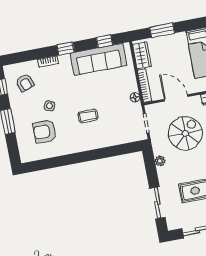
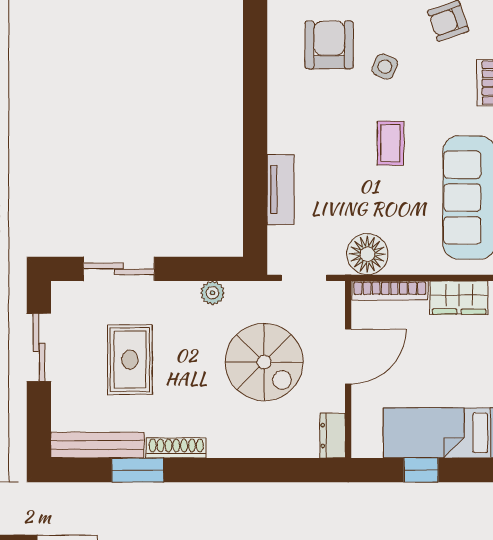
floor lamp: (135, 97) -> (367, 254), width x1.89, depth x1.89
coffee table: (88, 116) -> (390, 143), moved
tv unit: (110, 140) -> (281, 190), added

